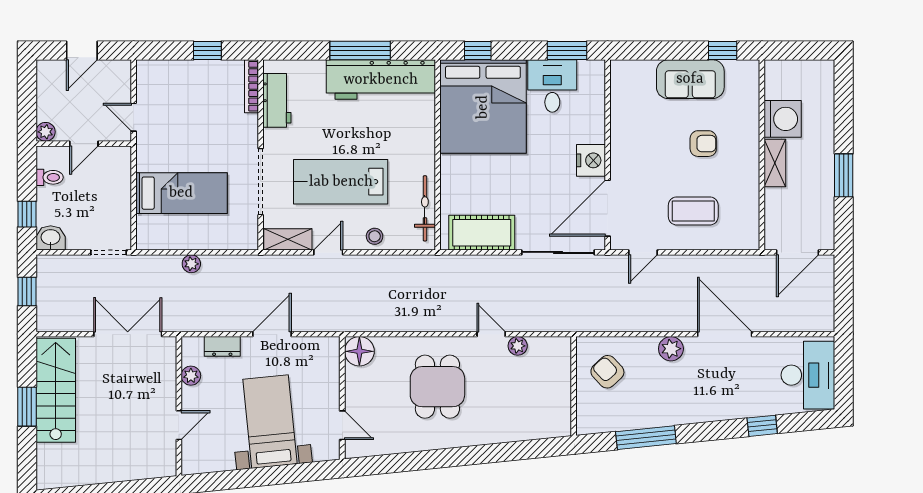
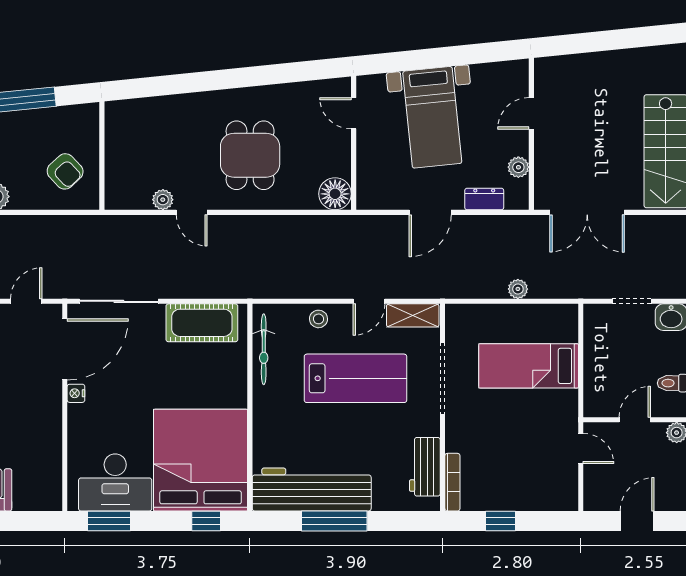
desk: (552, 86) -> (115, 482), width x1.37
nightstand: (591, 160) -> (76, 393), width x0.53, depth x0.56
doorway: (108, 252) -> (632, 301), moved

